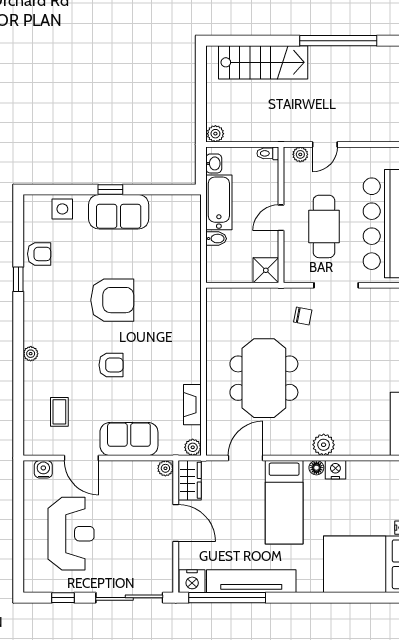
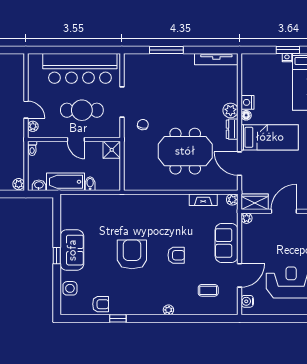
armchair: (39, 254) -> (101, 304), turned 90
armchair: (111, 365) -> (176, 255), turned 90
dresser: (296, 447) -> (232, 129), added

